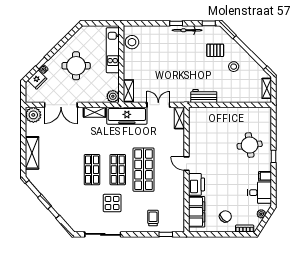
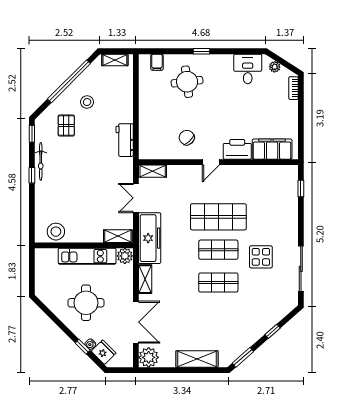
kitchen unit: (113, 50) -> (87, 256), moved
filing cabinet: (265, 176) -> (157, 62), moved
chair: (225, 216) -> (187, 138), moved
trolley: (153, 218) -> (280, 205), removed

